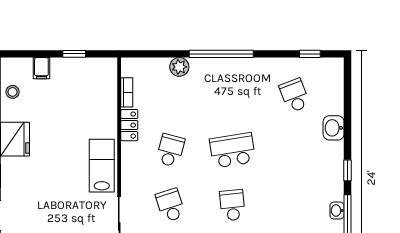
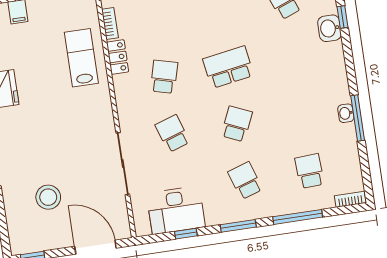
lab bench: (102, 166) -> (81, 58), moved
window: (347, 170) -> (343, 17), moved
school desk: (232, 205) -> (237, 124), turned 30

